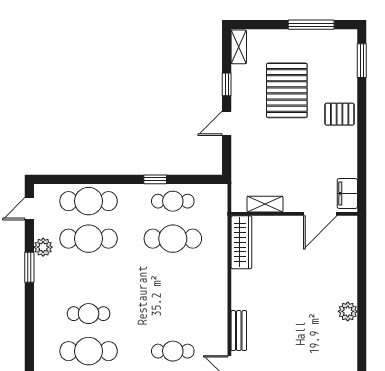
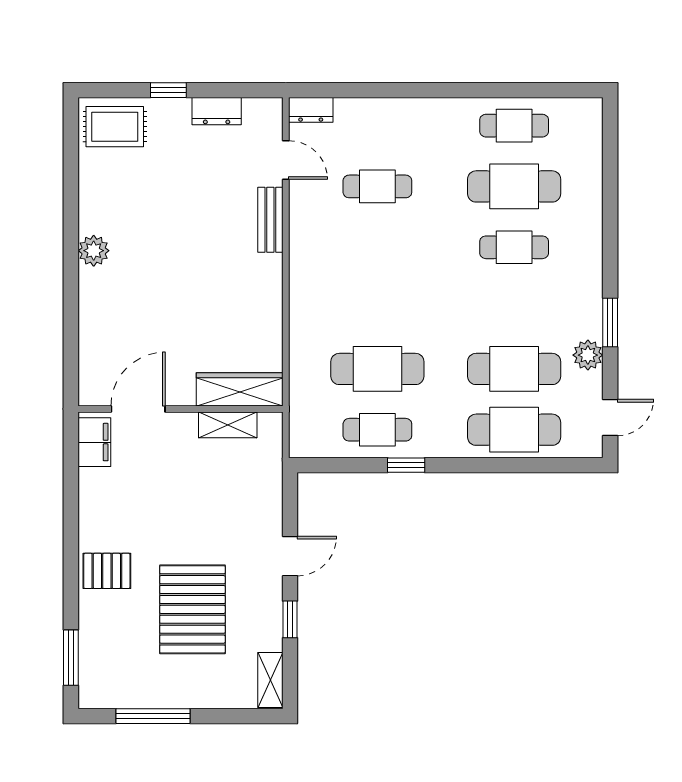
wardrobe: (241, 242) -> (240, 389), moved, turned 90

